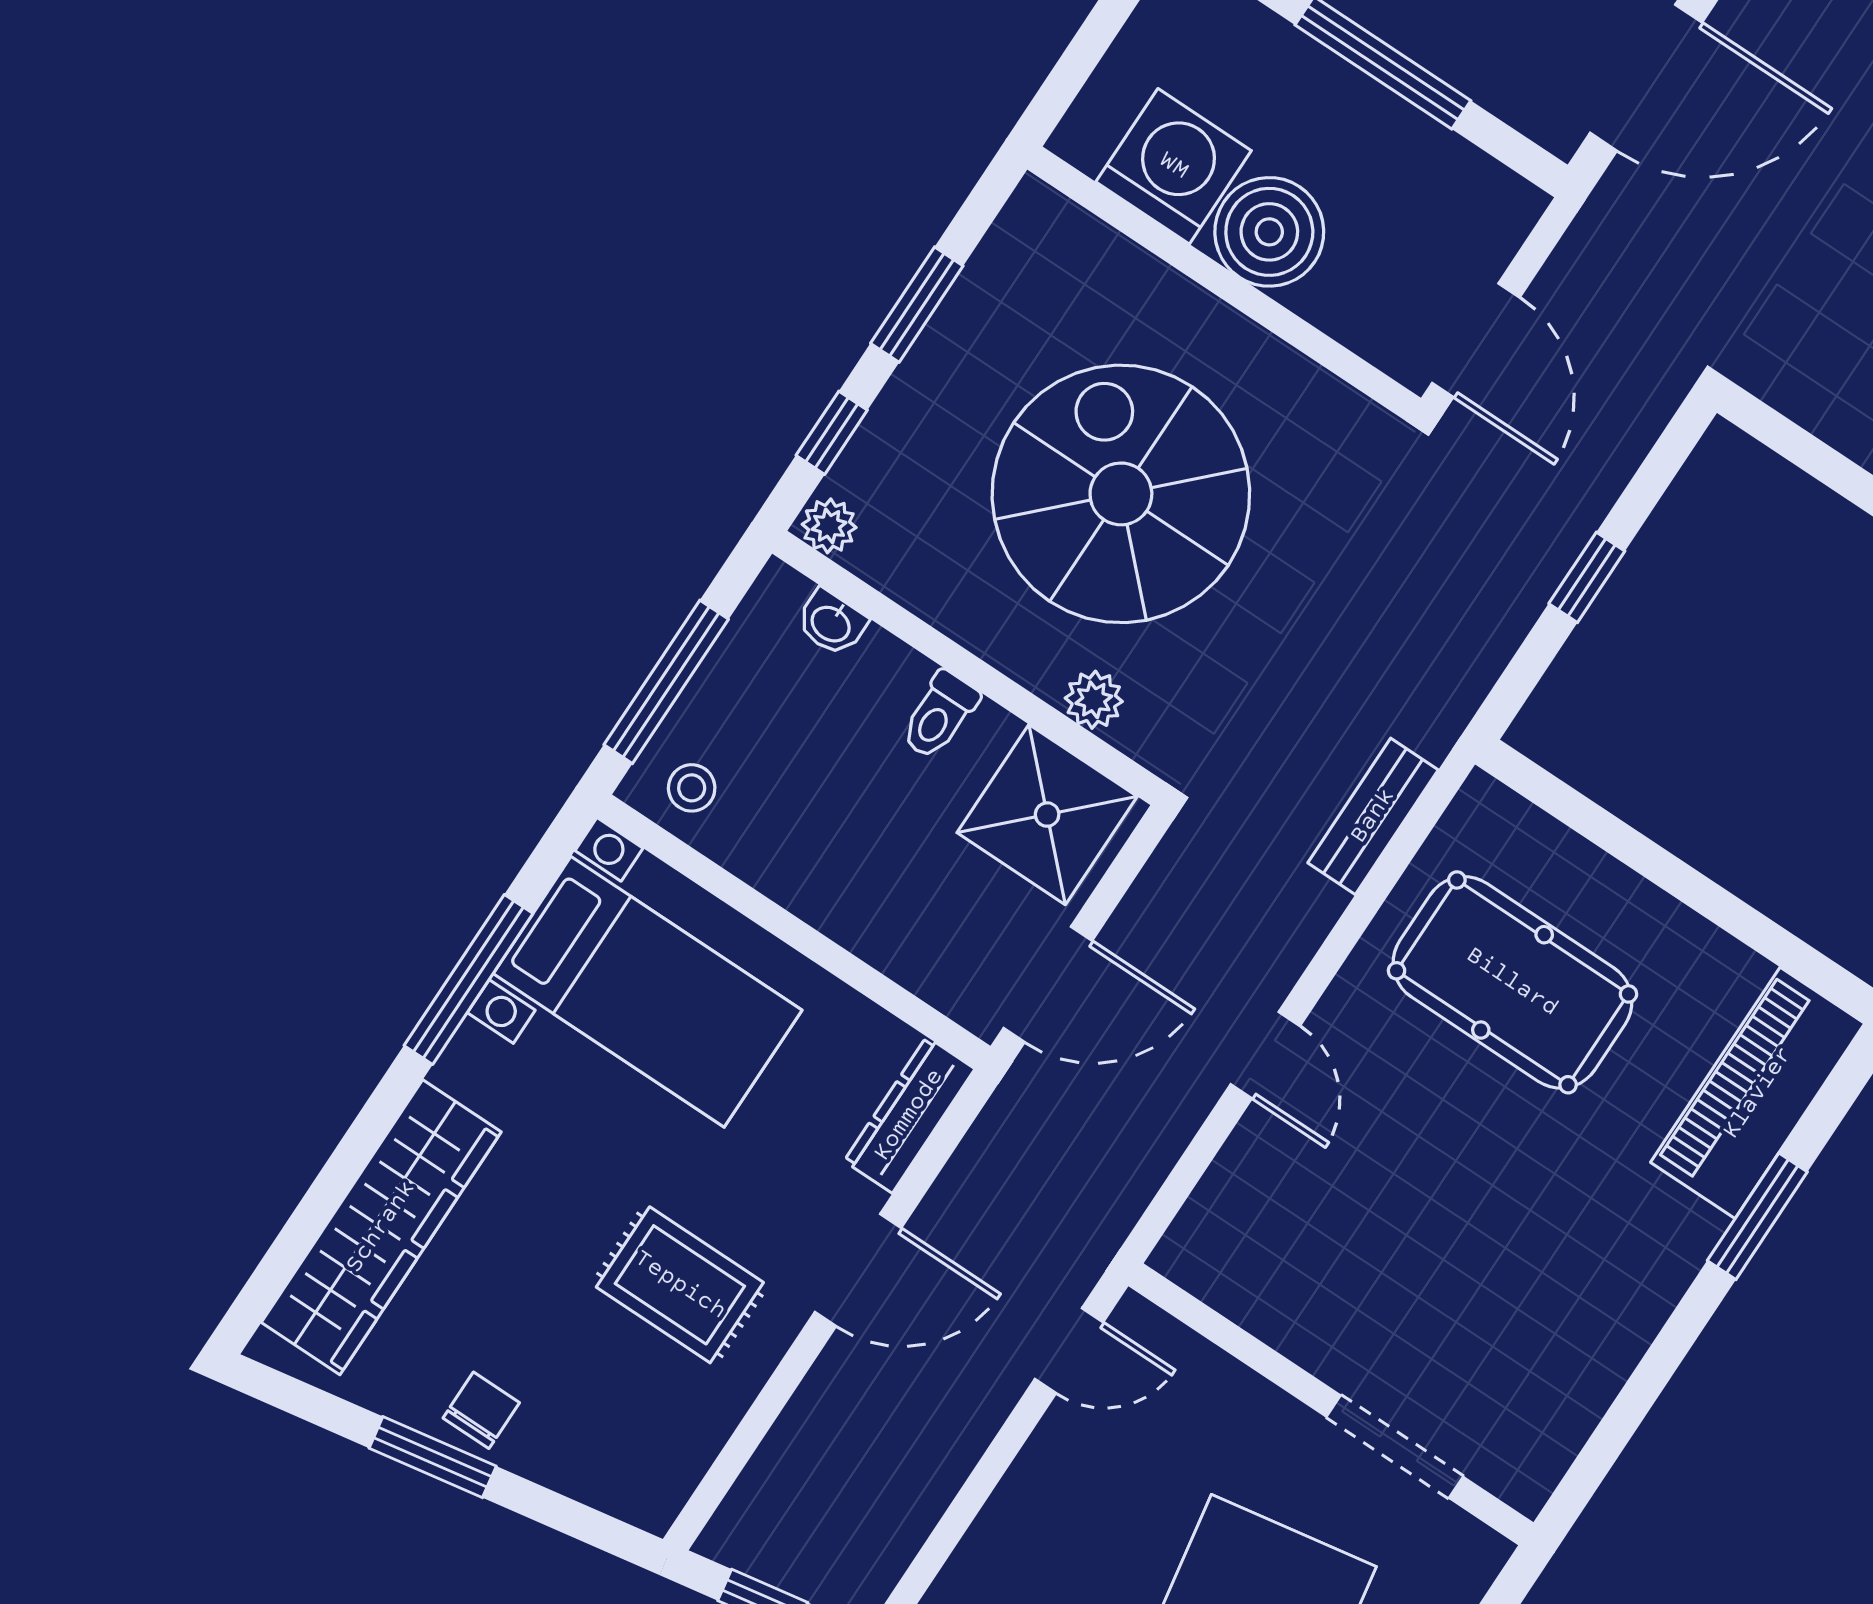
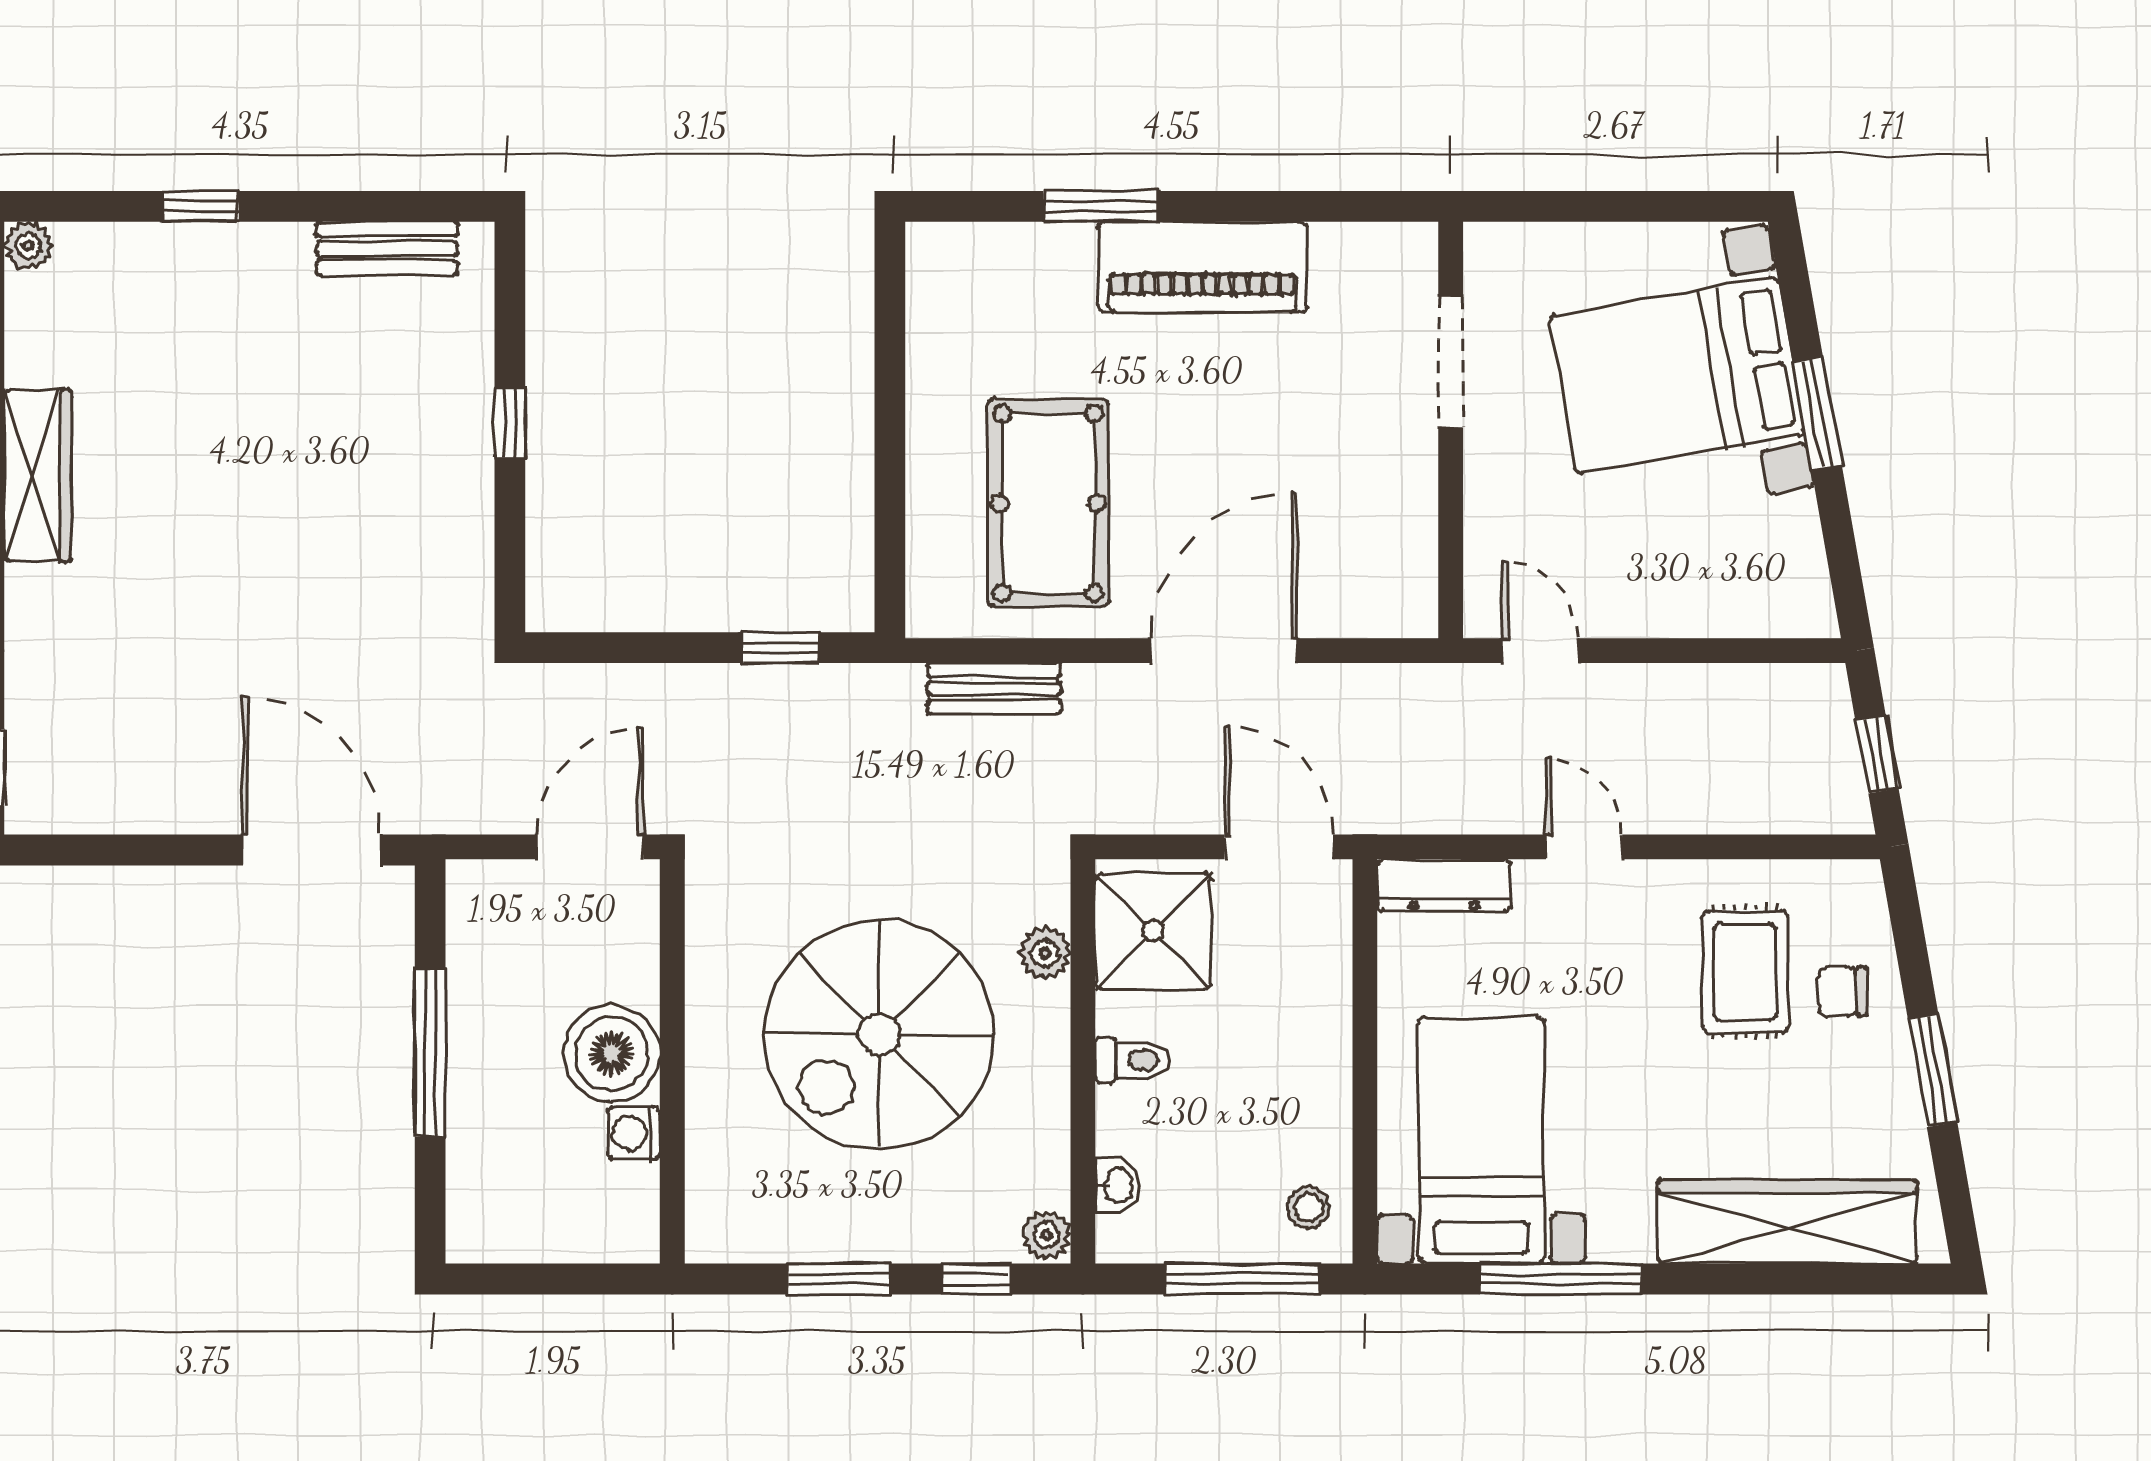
washing machine: (1174, 166) -> (634, 1133), width x0.53, depth x0.53
window: (1587, 577) -> (780, 648), moved
door: (1265, 1055) -> (1224, 651), width x1.88
piano: (1758, 1093) -> (1202, 267), moved
door: (858, 1270) -> (1584, 847), width x0.73
rug: (680, 1285) -> (1745, 972), moved
chair: (481, 1410) -> (1842, 992), moved

